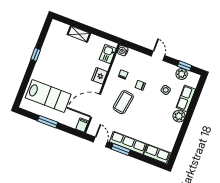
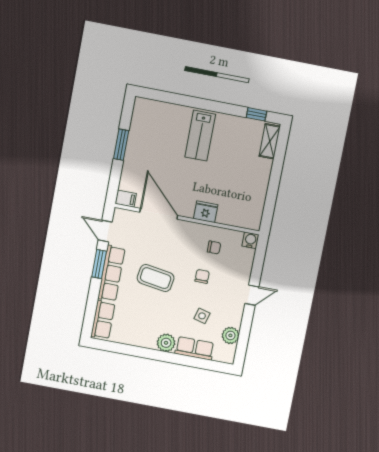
shelving: (79, 34) -> (270, 141), moved
window: (36, 54) -> (256, 114), moved
kitchen sink: (108, 54) -> (241, 218), removed
window: (185, 66) -> (244, 338), removed
lab bench: (48, 96) -> (200, 136), moved, width x0.73, depth x0.72
coffee table: (123, 102) -> (156, 278), moved
door: (100, 142) -> (105, 231), swing flipped

